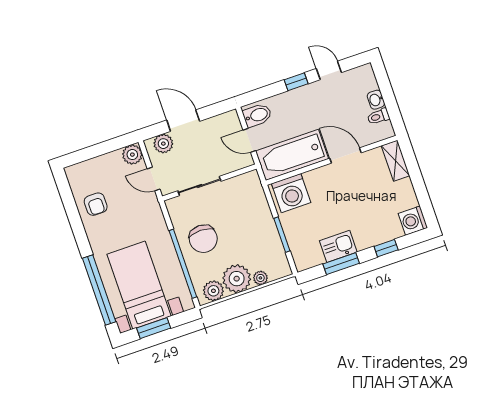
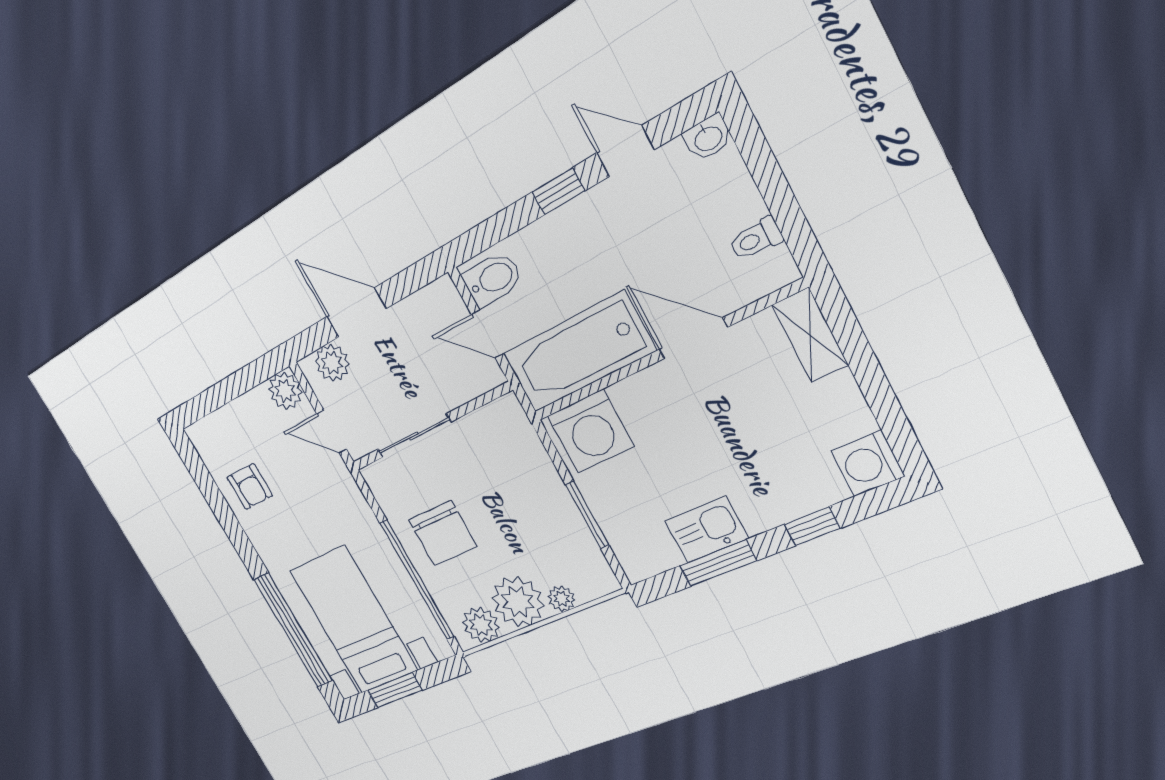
washbasin: (376, 100) -> (708, 138), moved, turned -90

